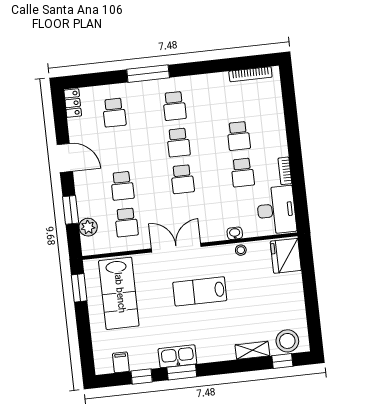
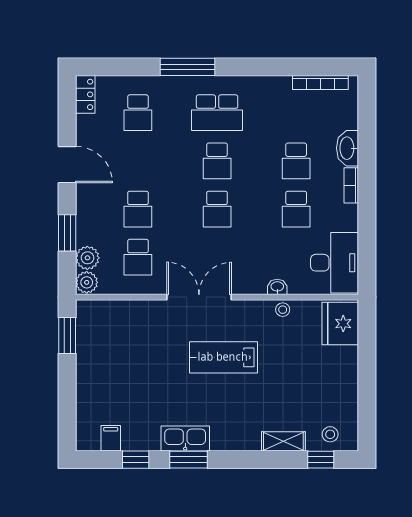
school desk: (174, 106) -> (217, 113), width x1.85
washbasin: (277, 122) -> (348, 148), added
bookcase: (285, 171) -> (351, 185), moved
plant: (90, 246) -> (87, 282), added
lab bench: (119, 293) -> (118, 348), removed
stool: (287, 341) -> (330, 434), width x0.53, depth x0.53

